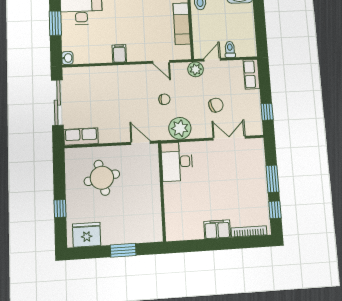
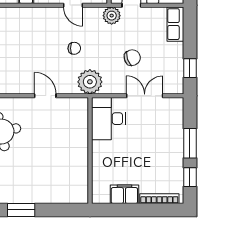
desk: (177, 162) -> (108, 119), moved
wall: (162, 192) -> (90, 150), moved

